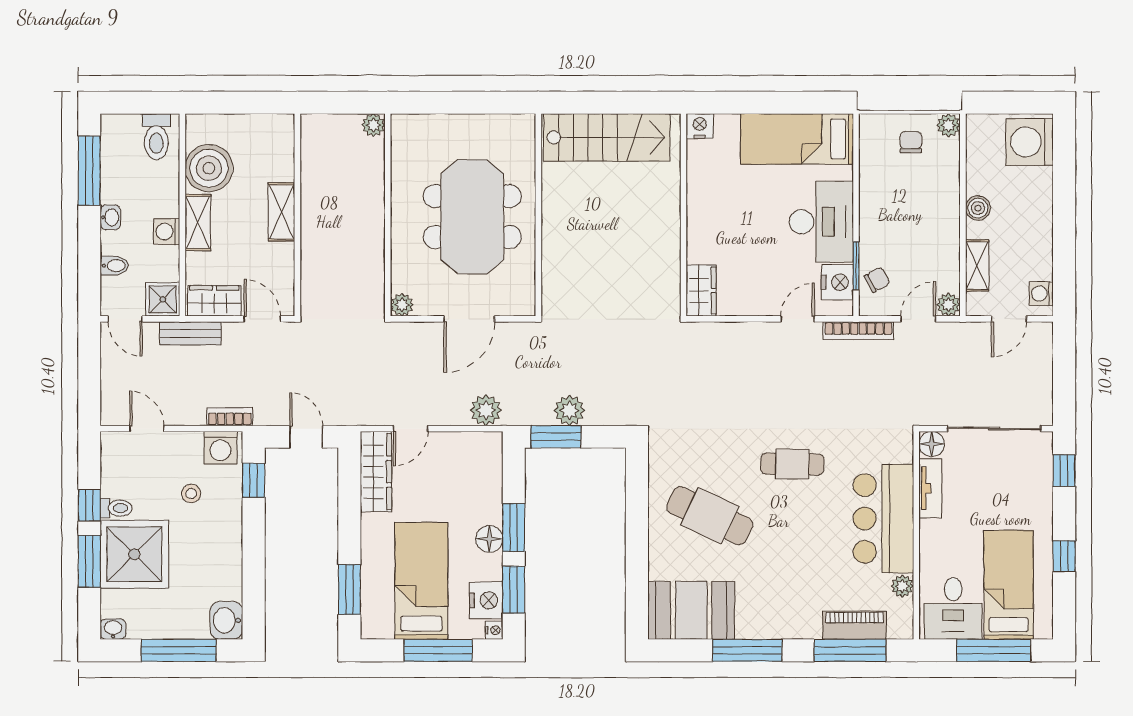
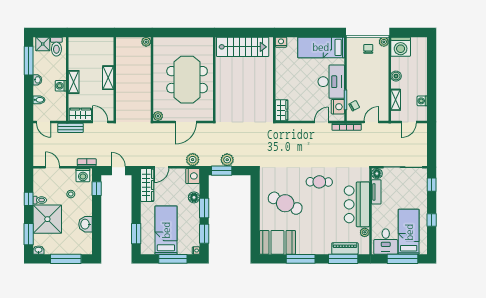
washing machine: (1030, 142) -> (401, 47), moved, turned -90
boiler: (209, 168) -> (78, 60), removed
washing machine: (1041, 294) -> (422, 101), moved
shower: (163, 299) -> (43, 44), moved
plant: (948, 305) -> (384, 116), removed
floor lamp: (489, 539) -> (194, 197), moved
window: (89, 561) -> (29, 234), moved
nightstand: (486, 600) -> (193, 176), moved
washbasin: (227, 620) -> (85, 224), moved

